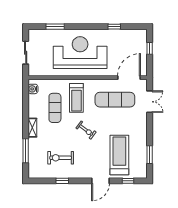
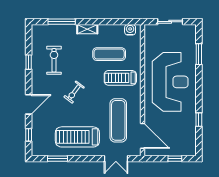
exercise bike: (86, 130) -> (74, 92), moved
treadmill: (119, 155) -> (77, 137), moved, turned 180
door: (101, 181) -> (29, 104), swing flipped

